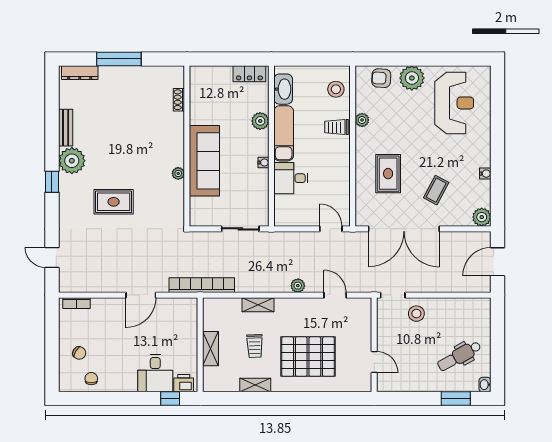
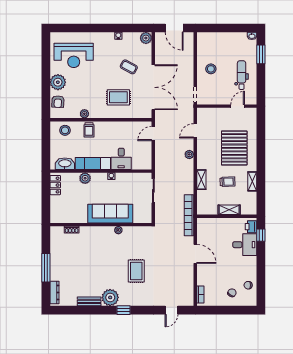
reception desk: (454, 103) -> (74, 55), turned 180
stool: (416, 314) -> (211, 69), moved
dental chair: (459, 356) -> (242, 75), moved, turned -151

